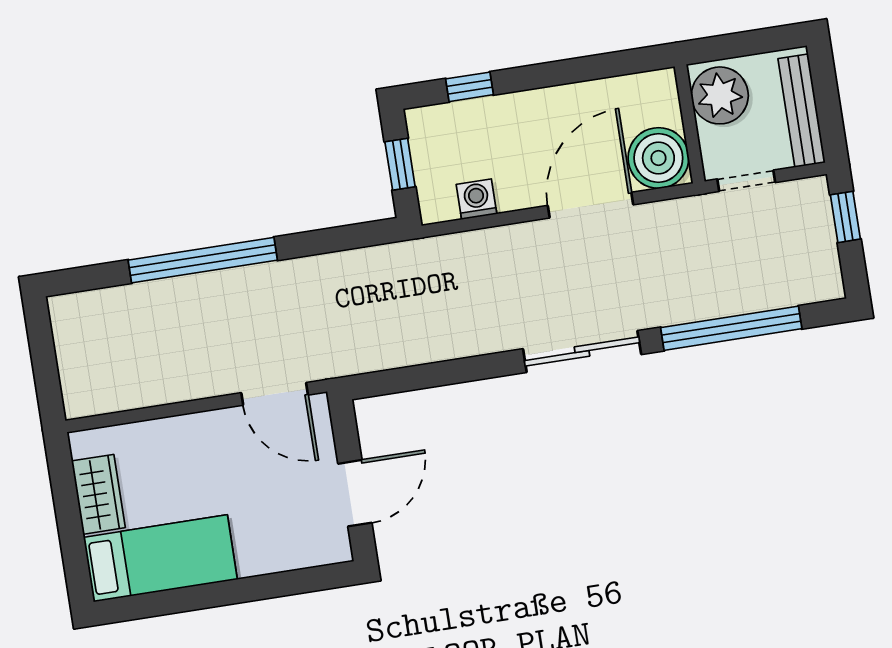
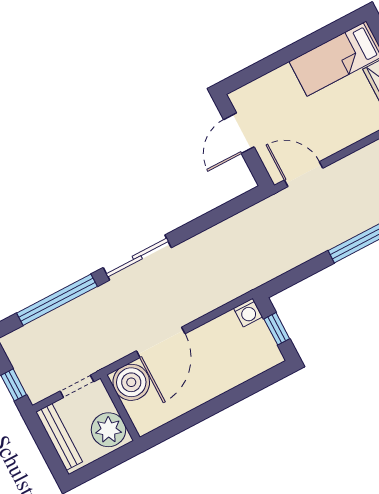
window: (470, 87) -> (252, 386), removed
washing machine: (477, 199) -> (248, 313), moved

